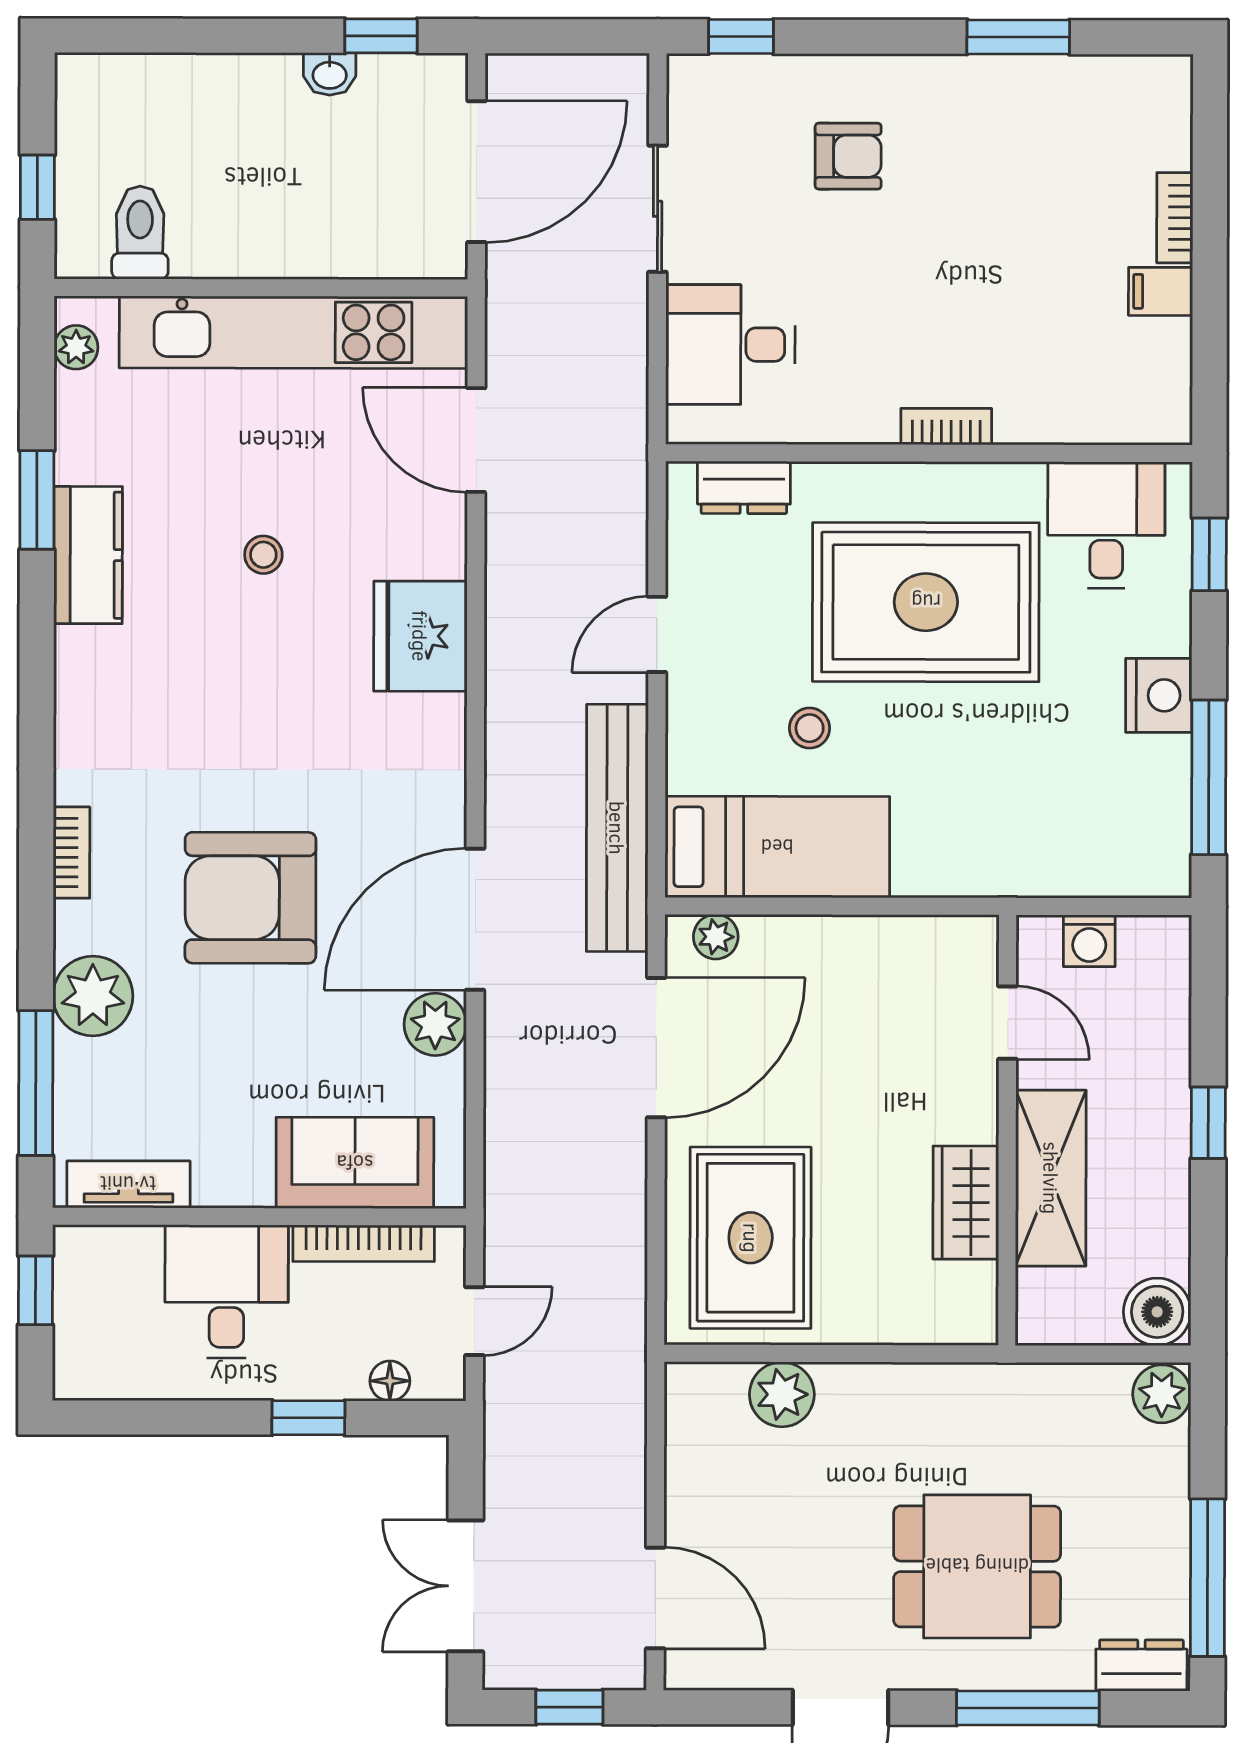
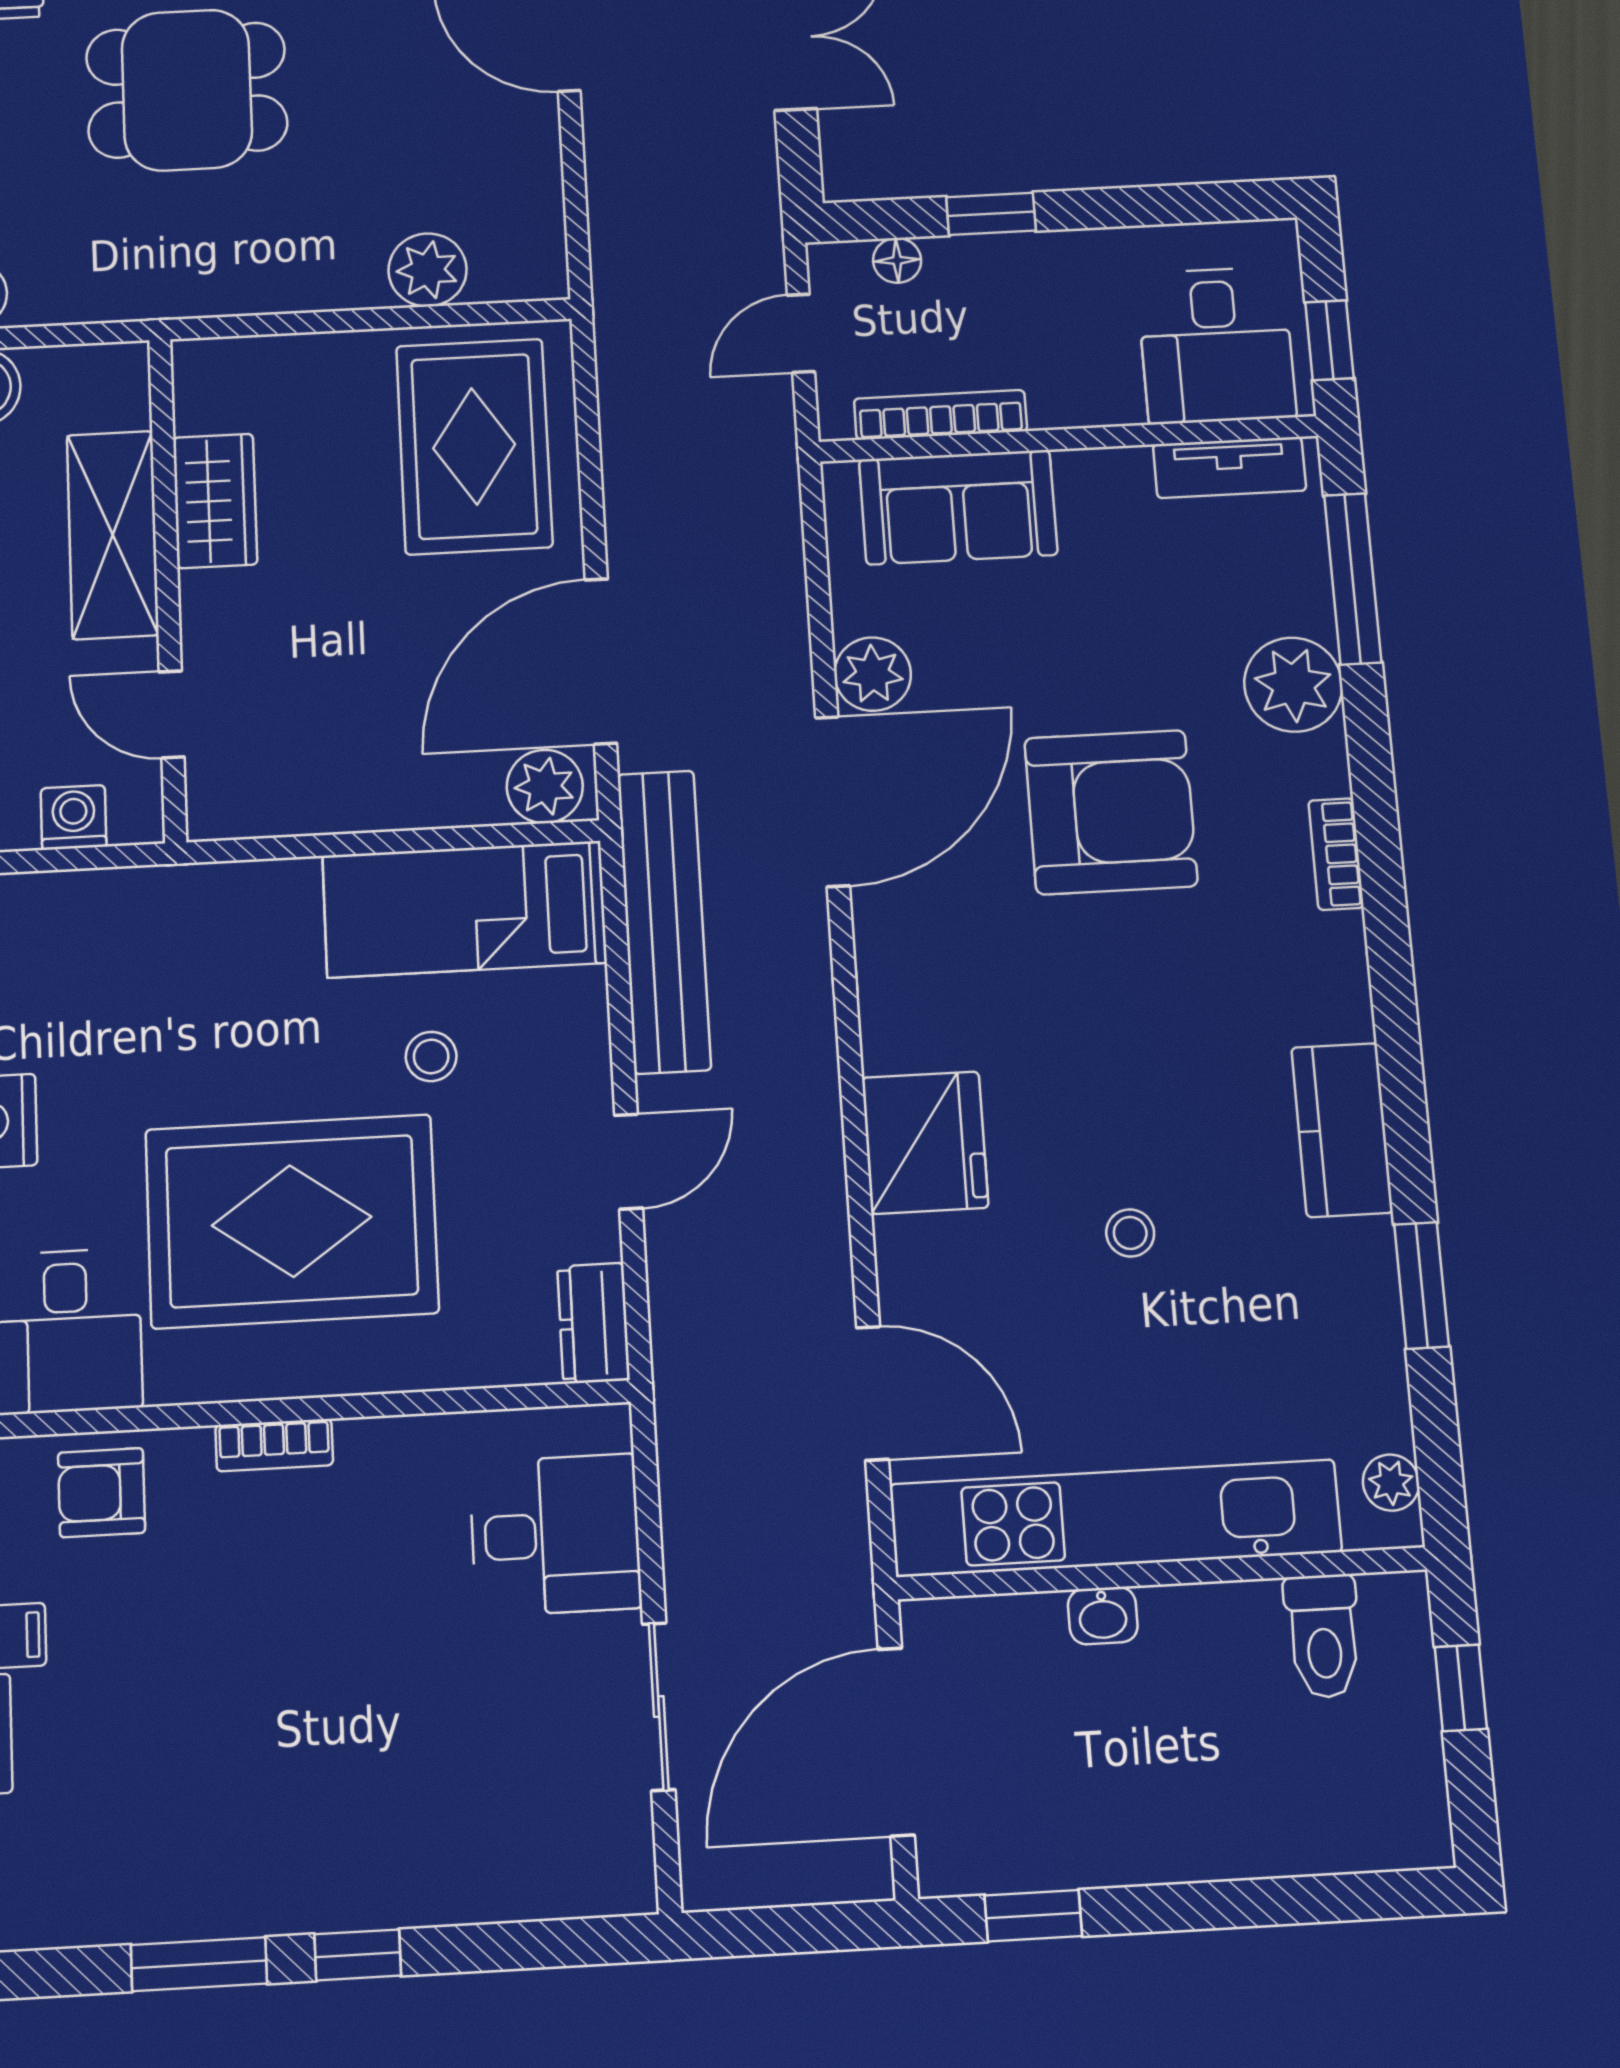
window: (741, 37) -> (358, 1955), moved
washbasin: (330, 74) -> (1103, 1616), moved, turned 180
armchair: (848, 156) -> (102, 1493), moved
dresser: (744, 487) -> (593, 1323), moved, turned -90
kitchen counter: (88, 555) -> (1342, 1130), moved
plant: (716, 937) -> (545, 786), width x1.38, depth x1.38
desk: (227, 1292) -> (1216, 345), moved

